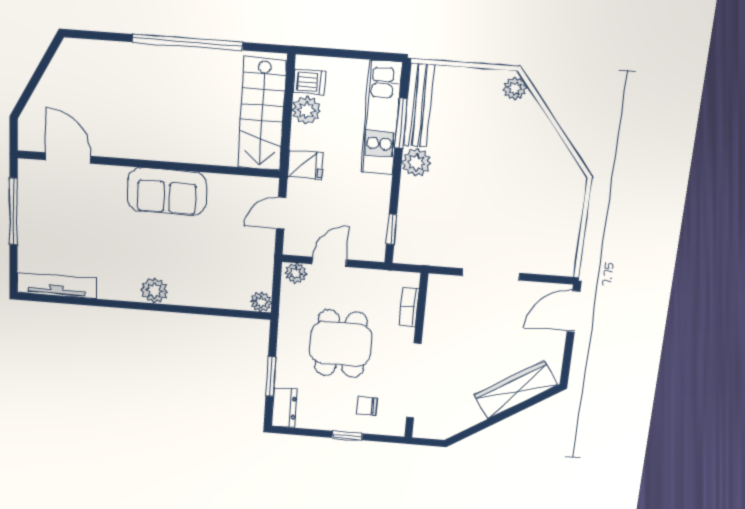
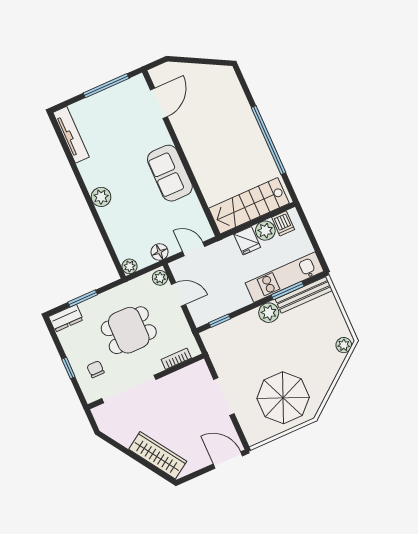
fridge: (305, 165) -> (247, 241), moved
parasol: (537, 203) -> (283, 398), added
floor lamp: (262, 257) -> (160, 252), added

